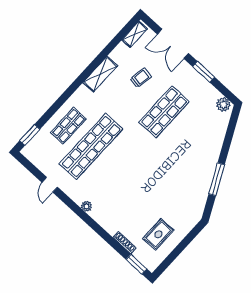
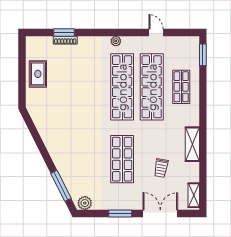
shop shelf: (114, 167) -> (122, 87), added
window: (217, 179) -> (61, 186), moved
rug: (158, 234) -> (38, 74), moved
window: (136, 264) -> (64, 33), moved

